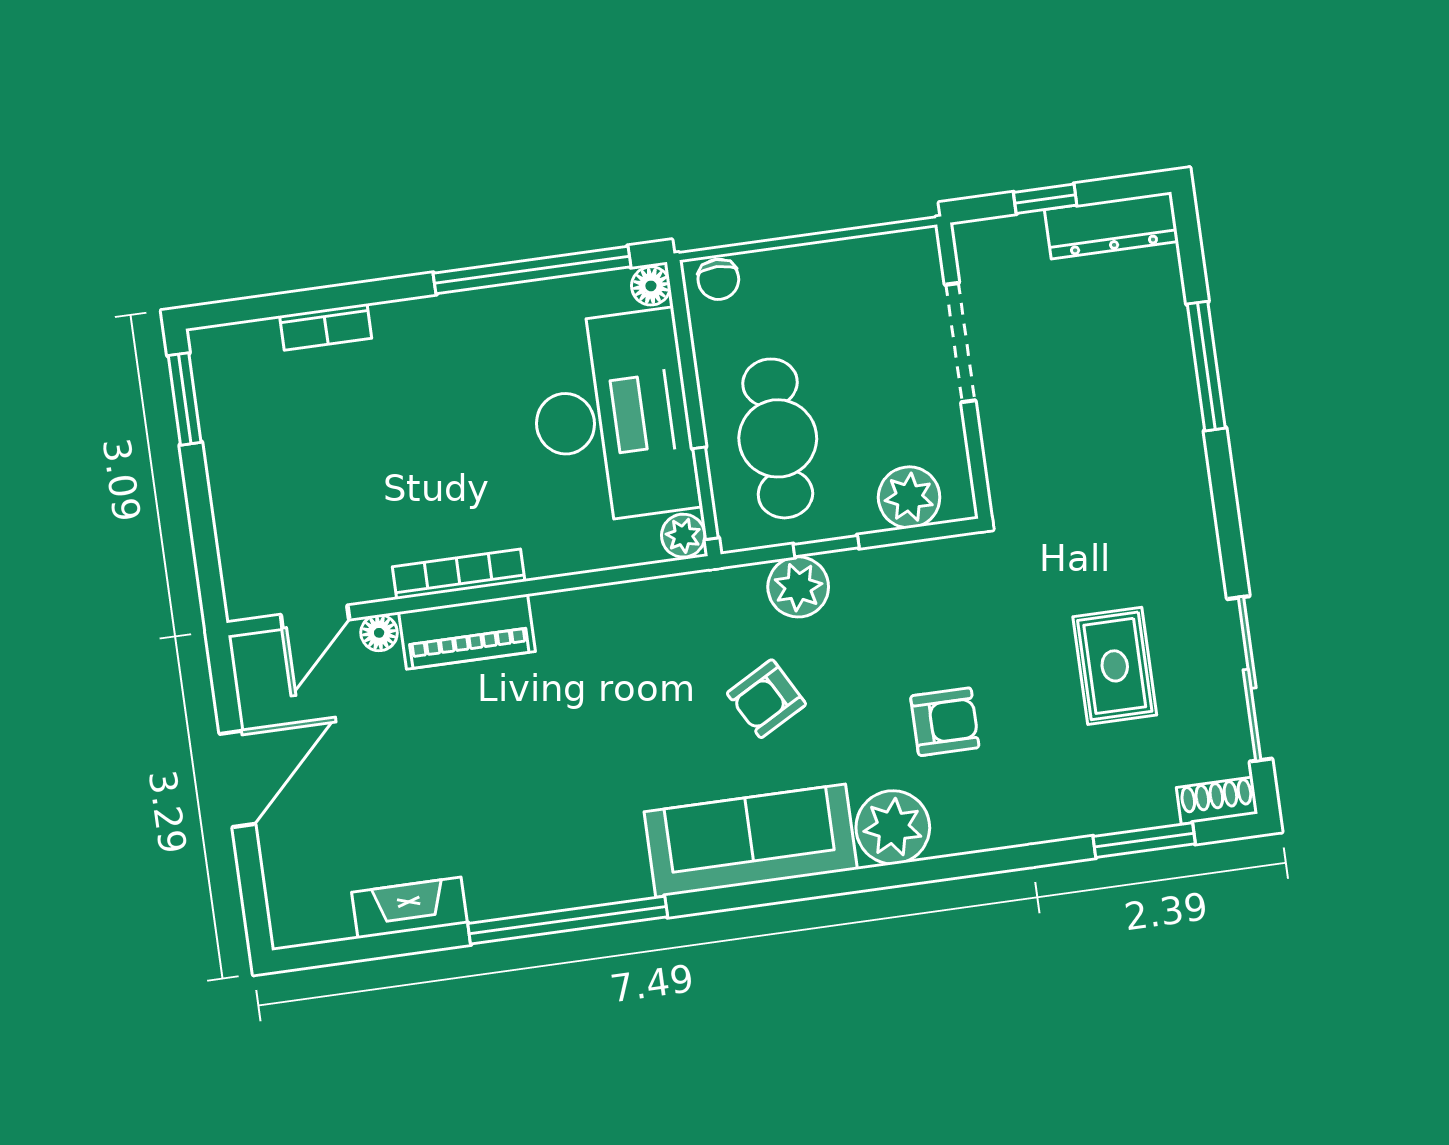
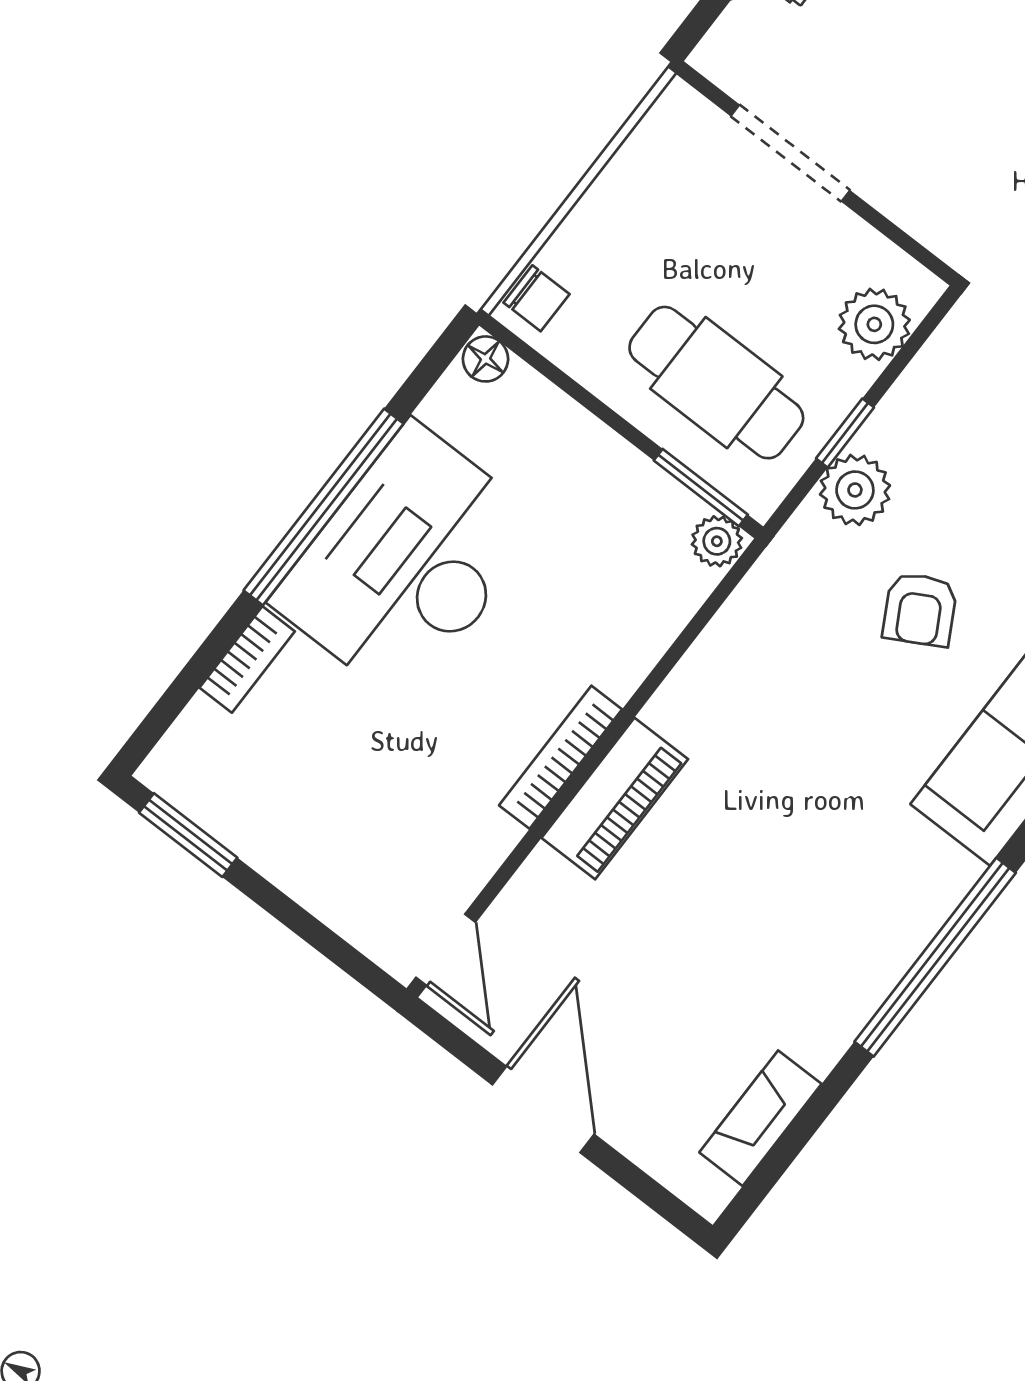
window: (532, 270) -> (324, 507), moved
desk: (612, 417) -> (408, 563), moved, turned -90
door: (315, 617) -> (446, 950), moved
floor lamp: (379, 633) -> (542, 871), removed
fireplace: (409, 908) -> (760, 1118), moved

